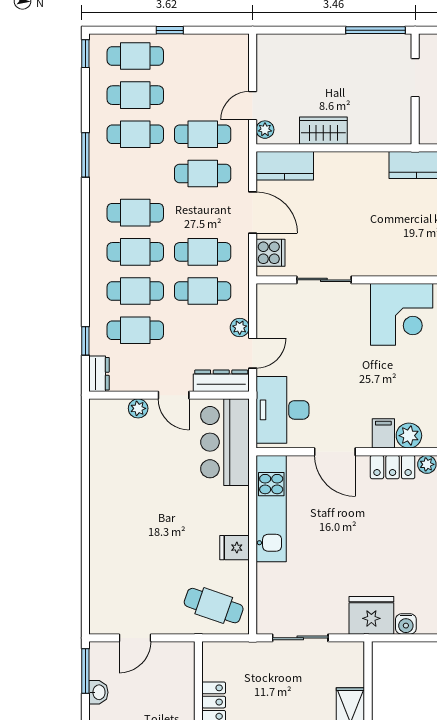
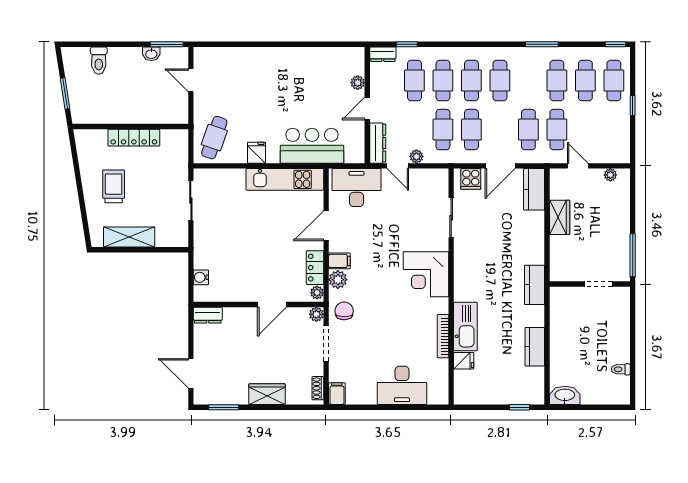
plant: (265, 130) -> (610, 175), moved
bar counter: (225, 442) -> (312, 146), moved
fridge: (371, 615) -> (207, 252), removed

